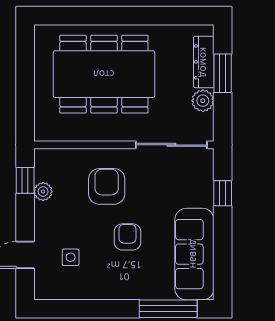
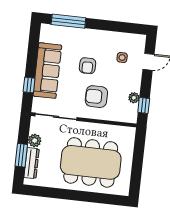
armchair: (107, 186) -> (96, 97), turned 90
sofa: (194, 254) -> (47, 71), moved

